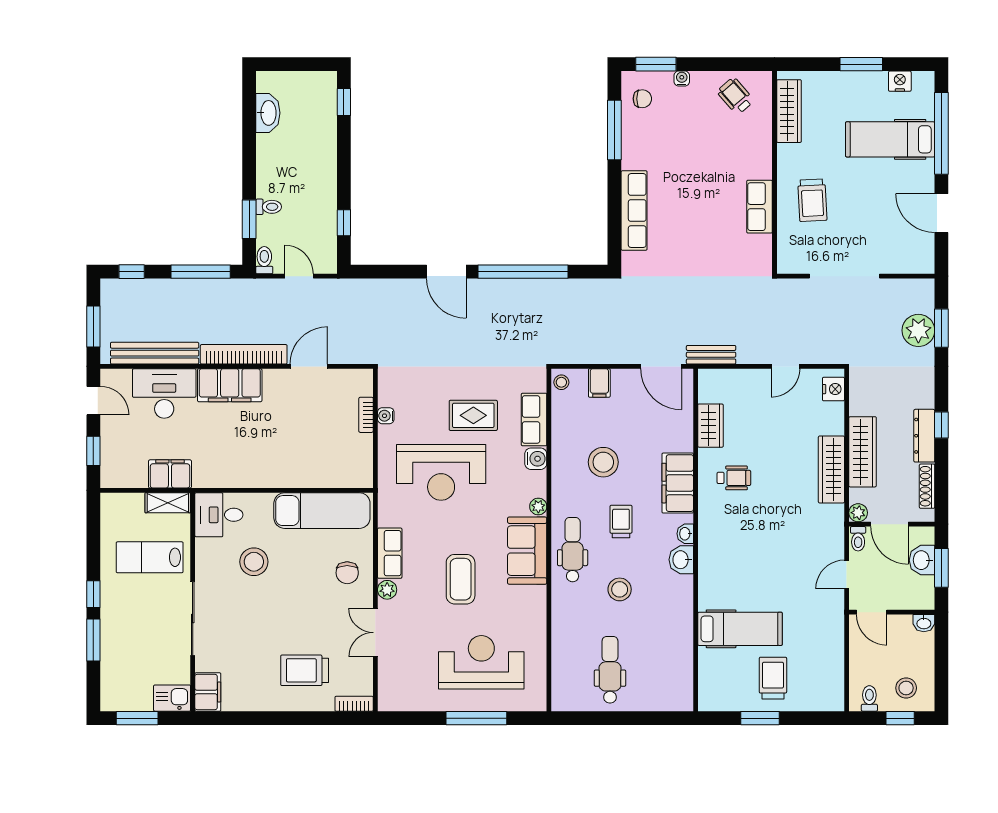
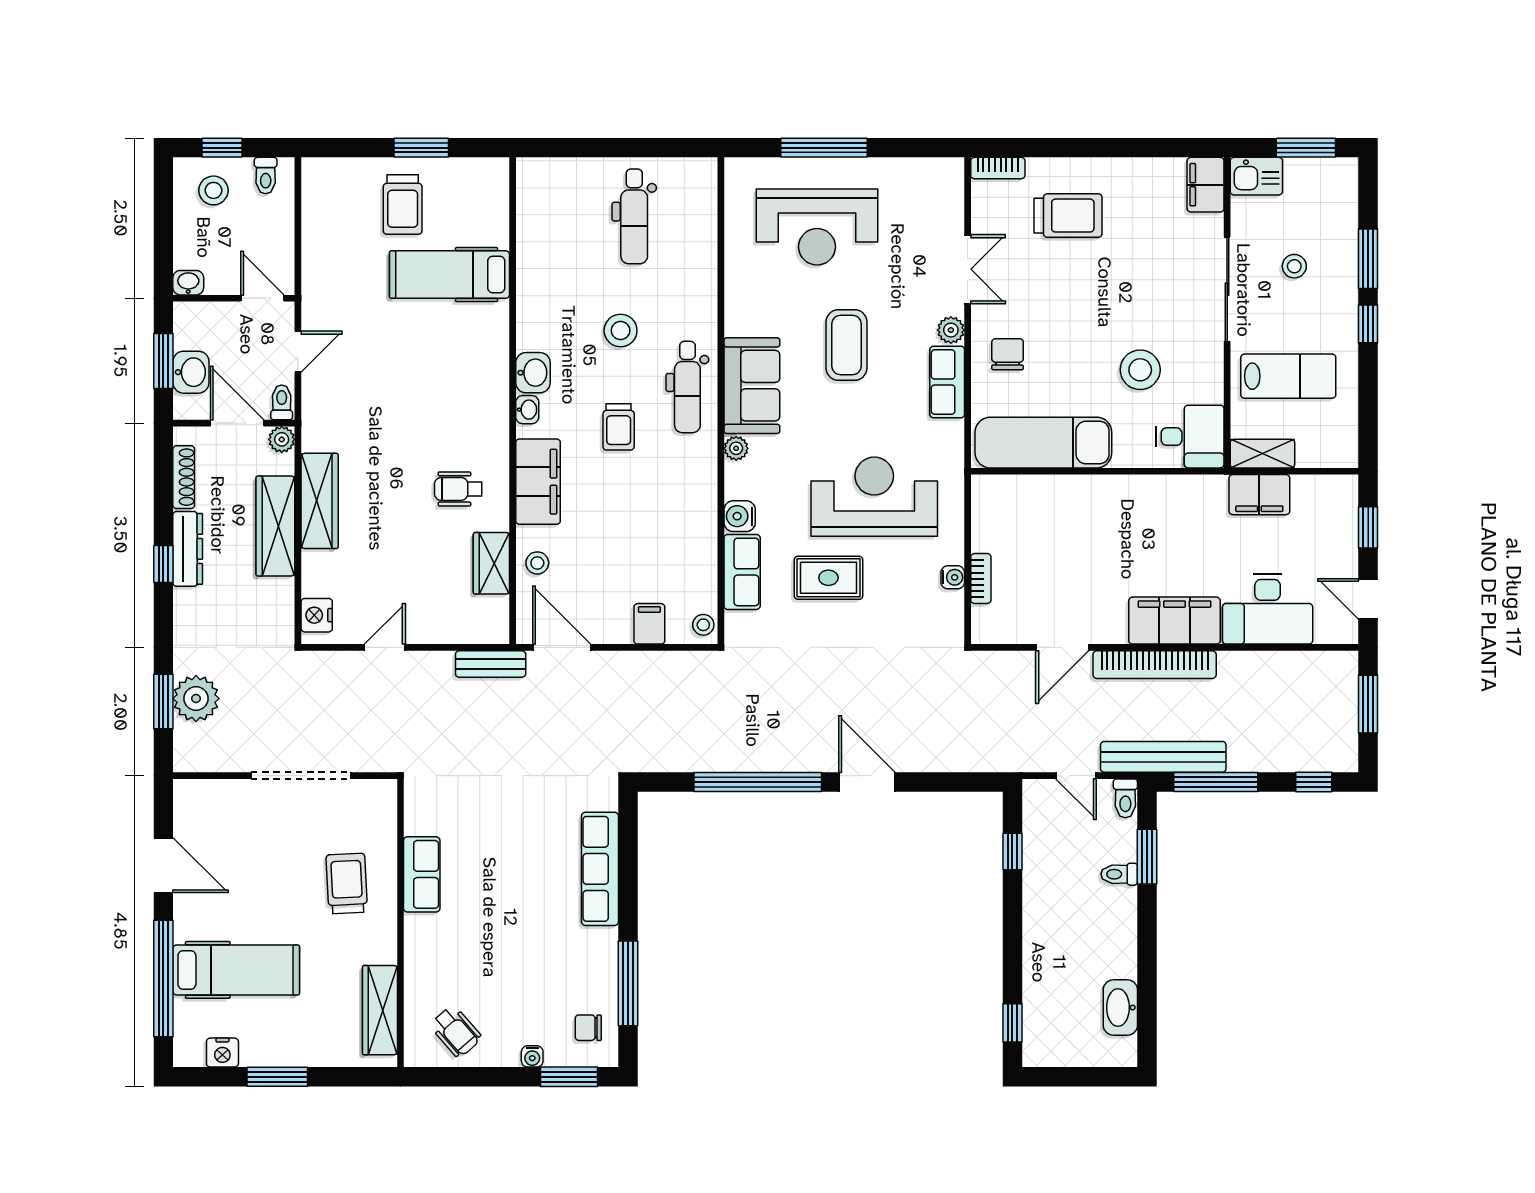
bench: (155, 353) -> (1163, 757), moved
stool: (603, 462) -> (537, 563), moved, width x0.53, depth x0.53
stool: (145, 635) -> (1294, 266), added

